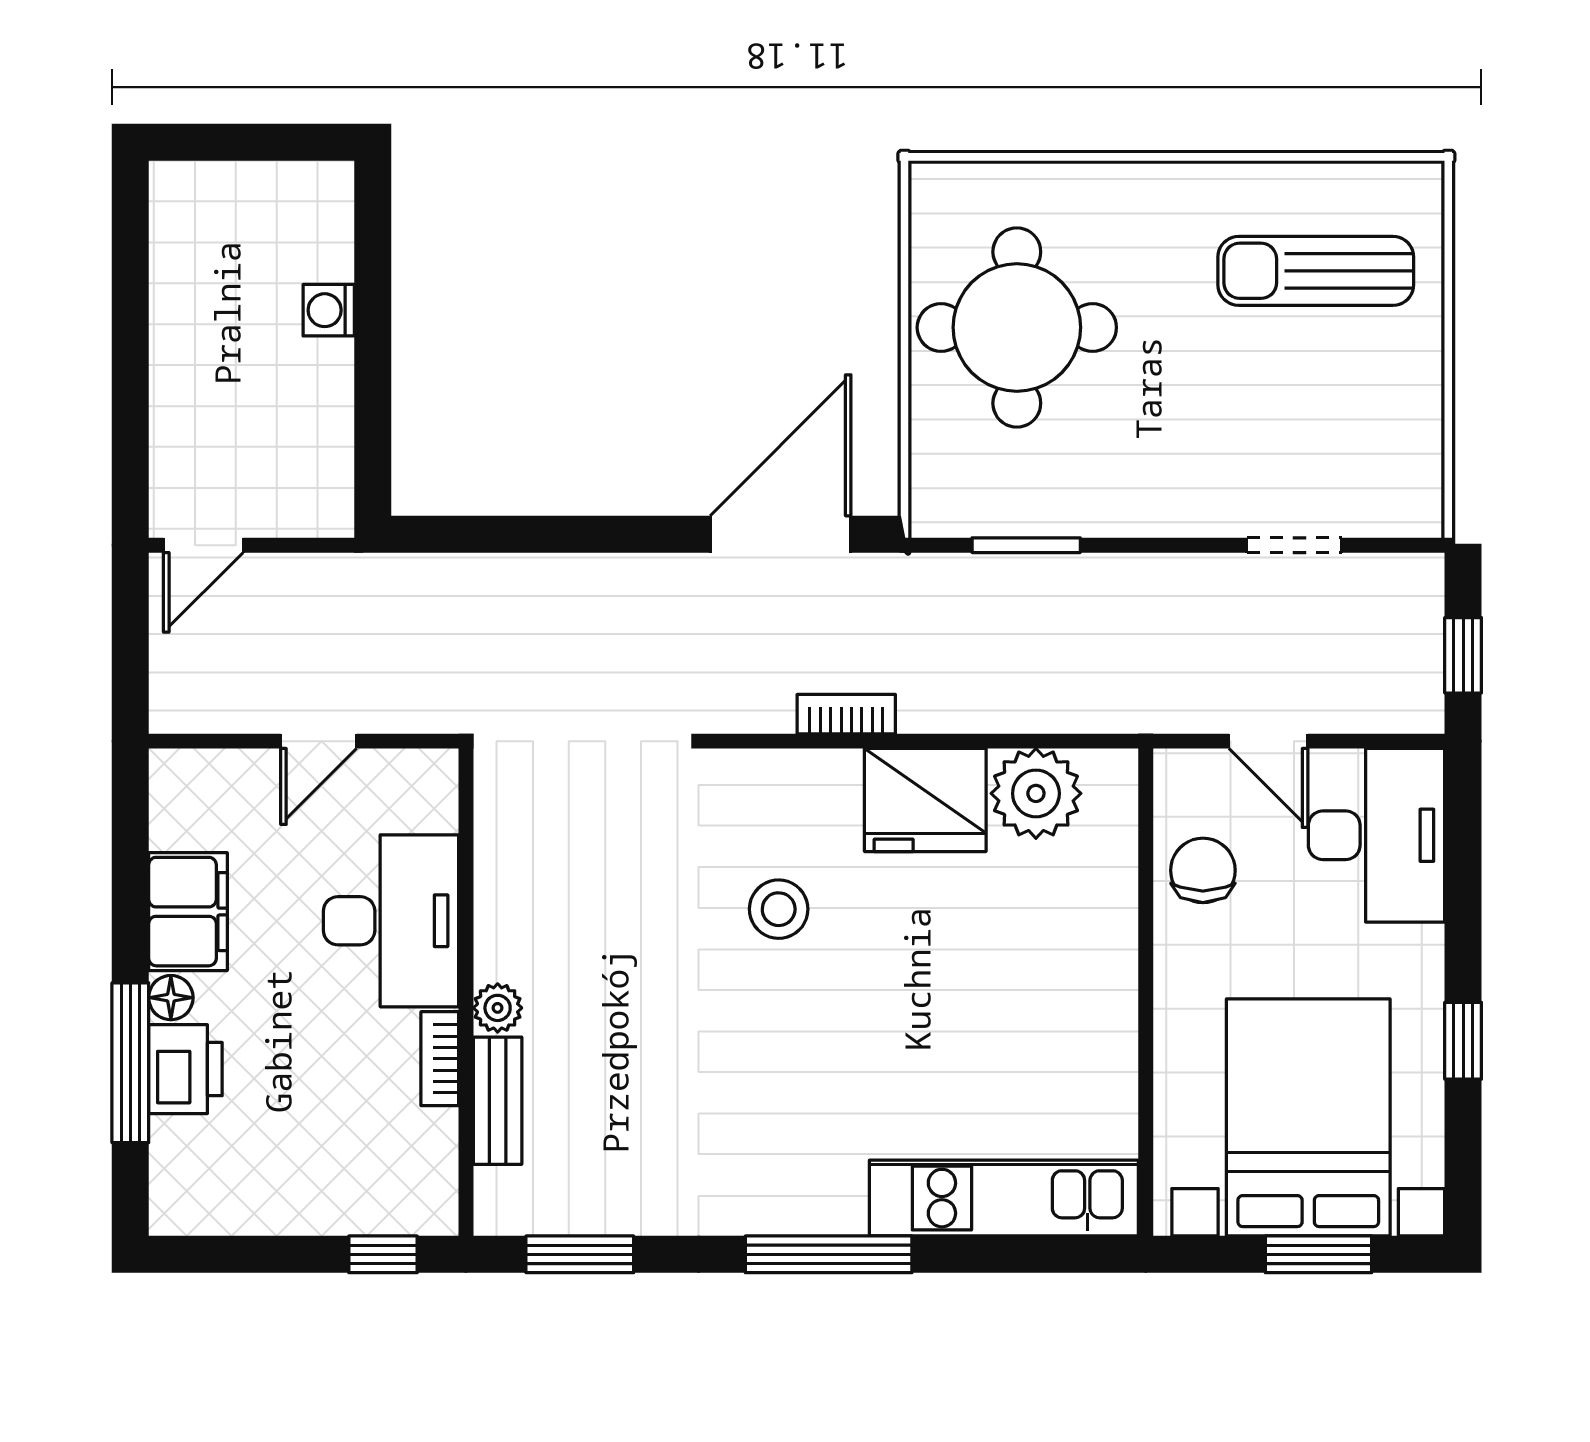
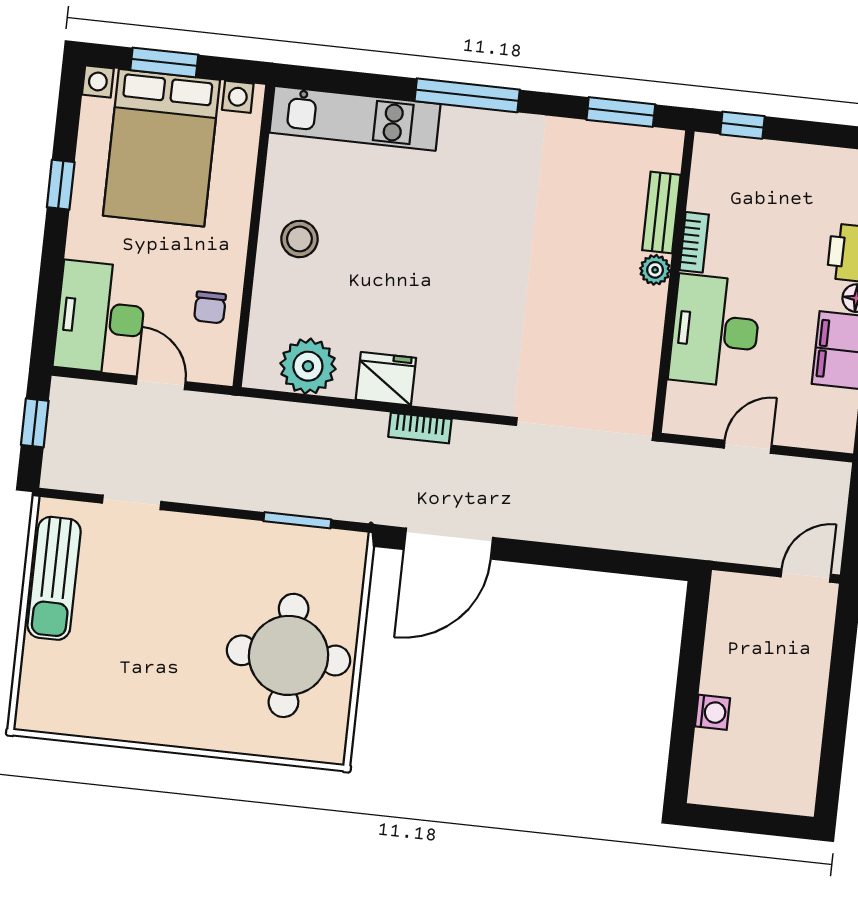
sun lounger: (1316, 271) -> (54, 578), moved, turned 90
fridge: (925, 800) -> (386, 379), width x0.73, depth x0.75
chair: (1203, 870) -> (210, 307), width x0.73, depth x0.73
stool: (779, 909) -> (299, 239), moved

